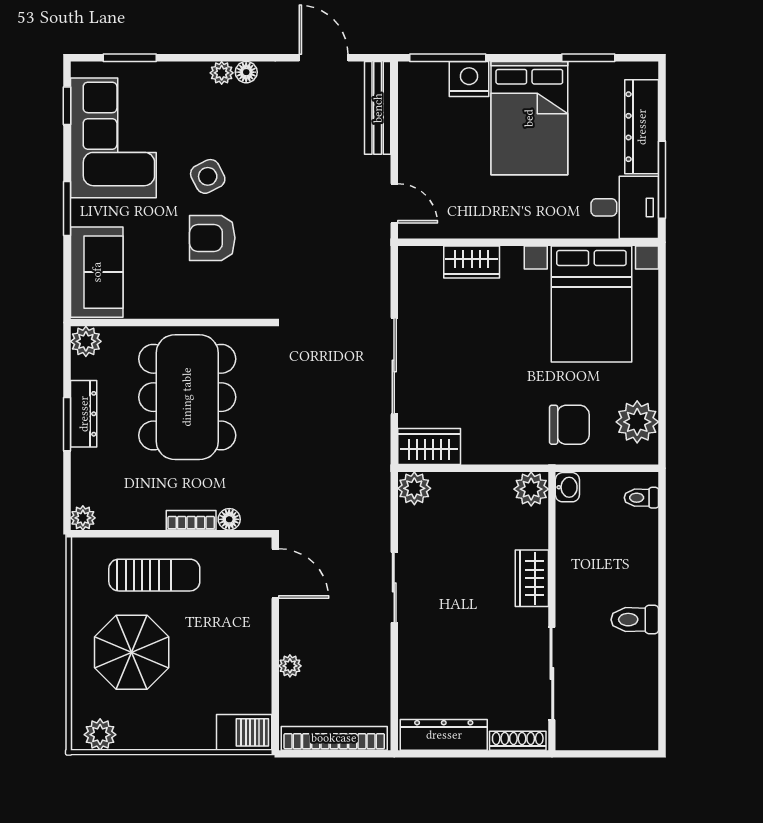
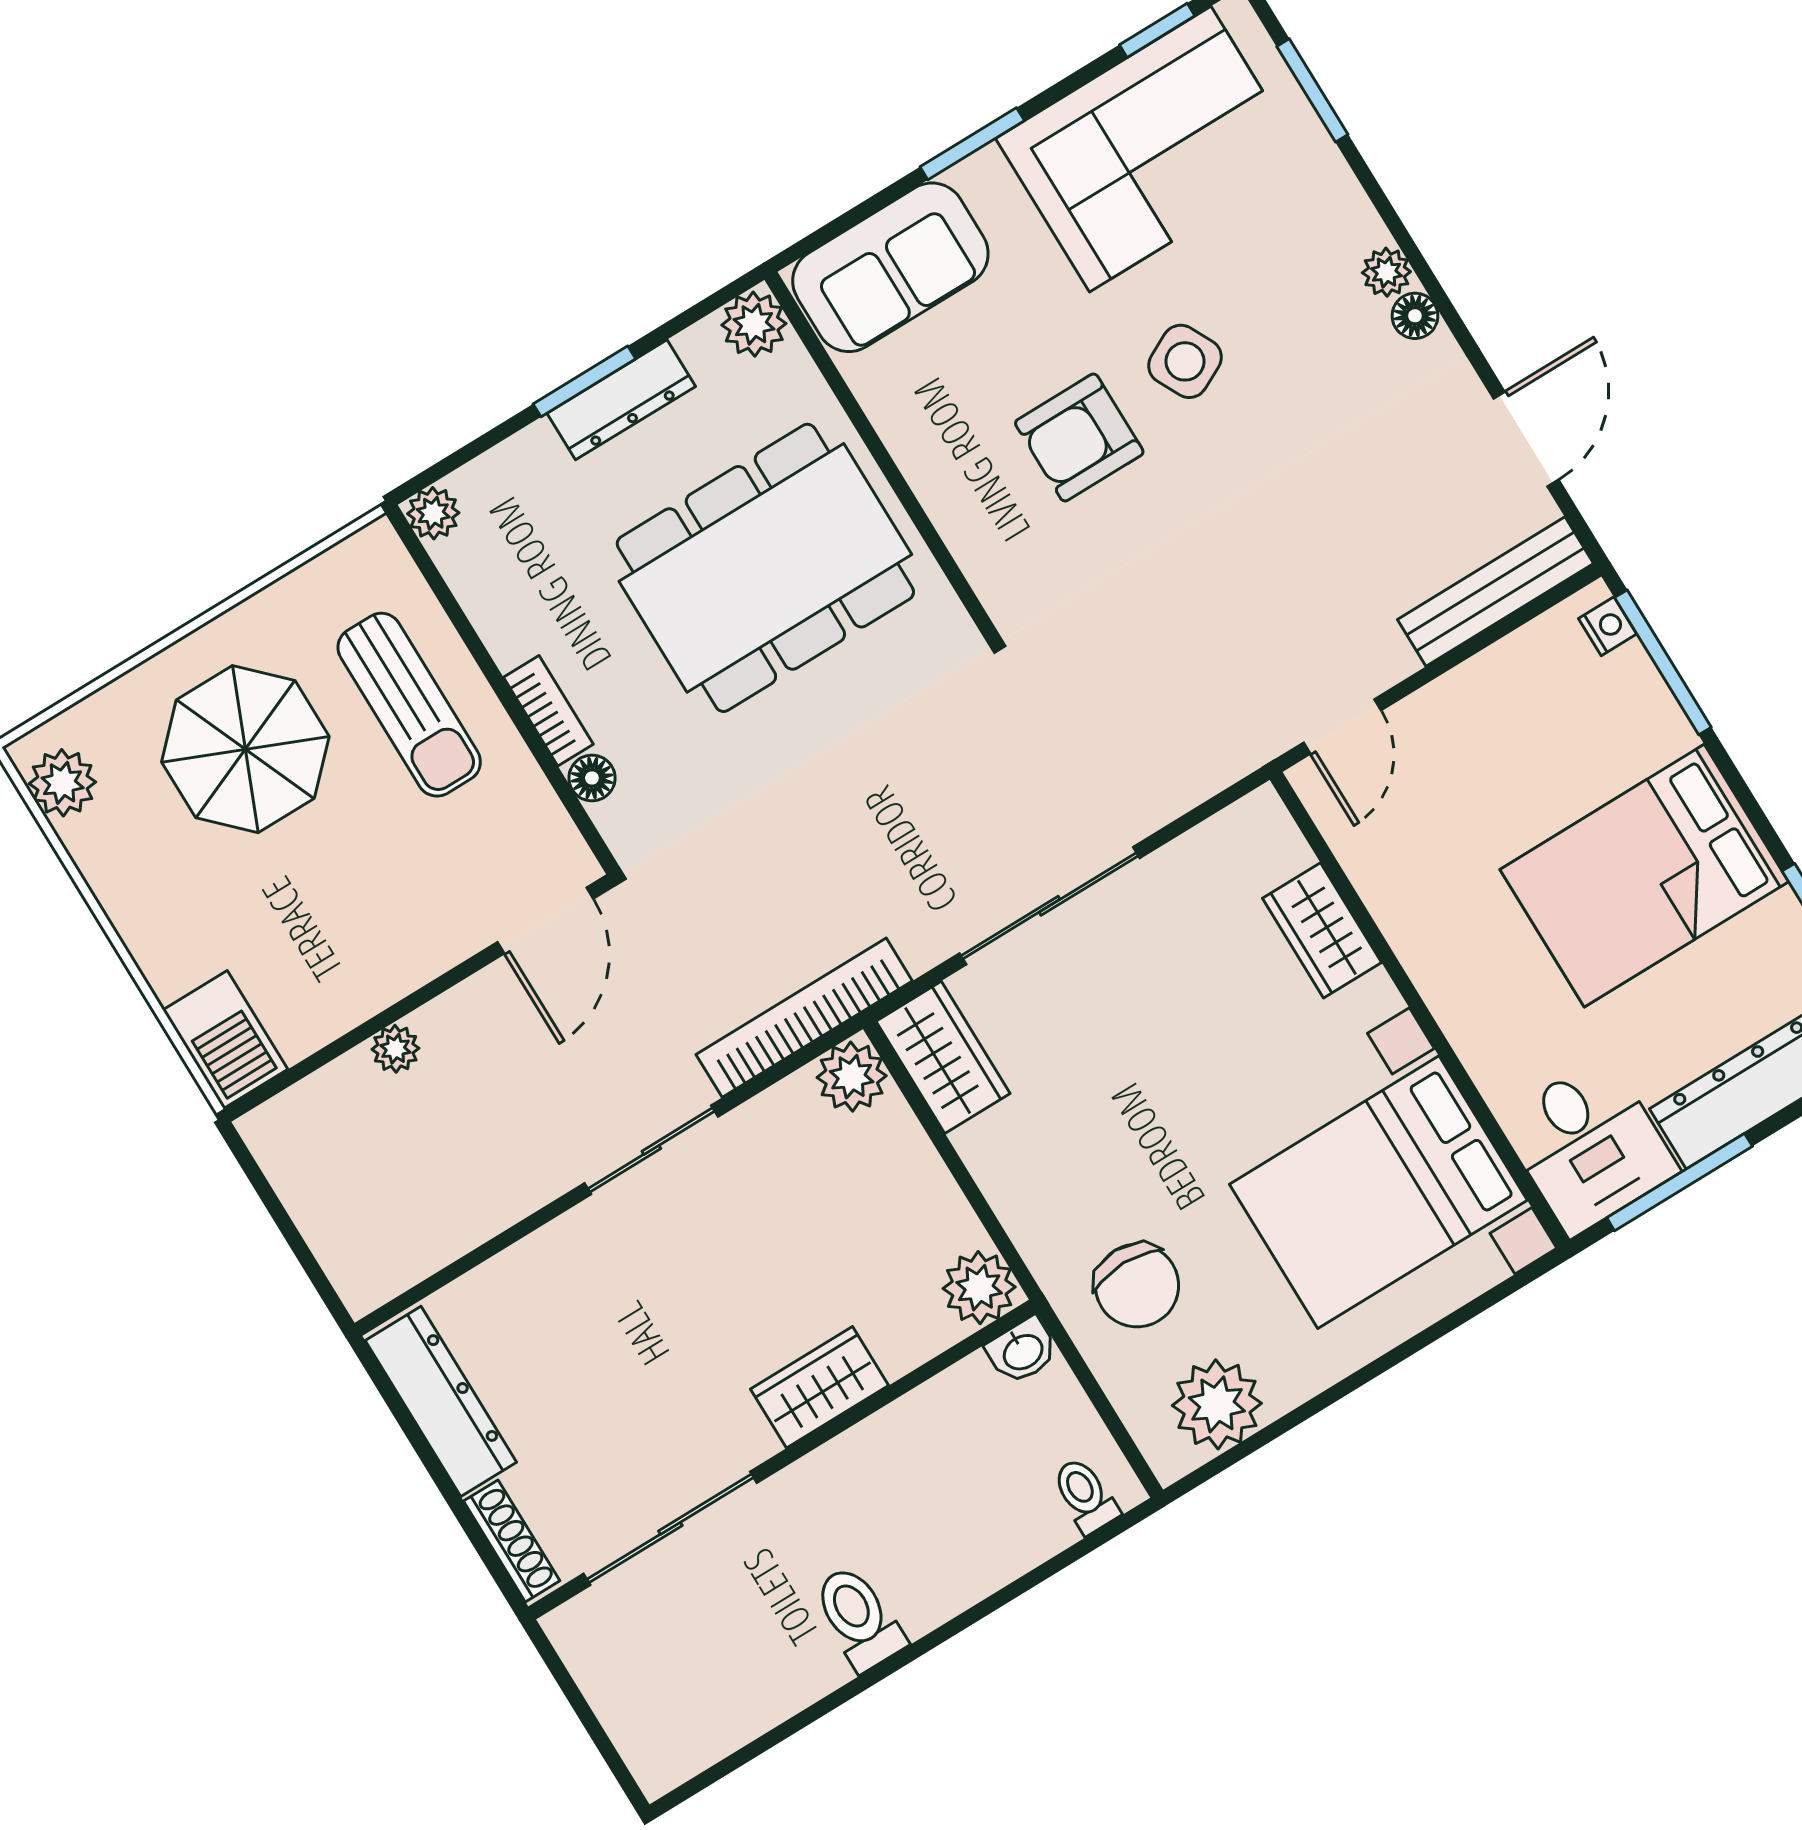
nightstand: (469, 79) -> (1608, 626), moved, width x0.53, depth x0.56
armchair: (212, 238) -> (1079, 438), turned -90
bookcase: (334, 738) -> (804, 1018), moved, turned -90

